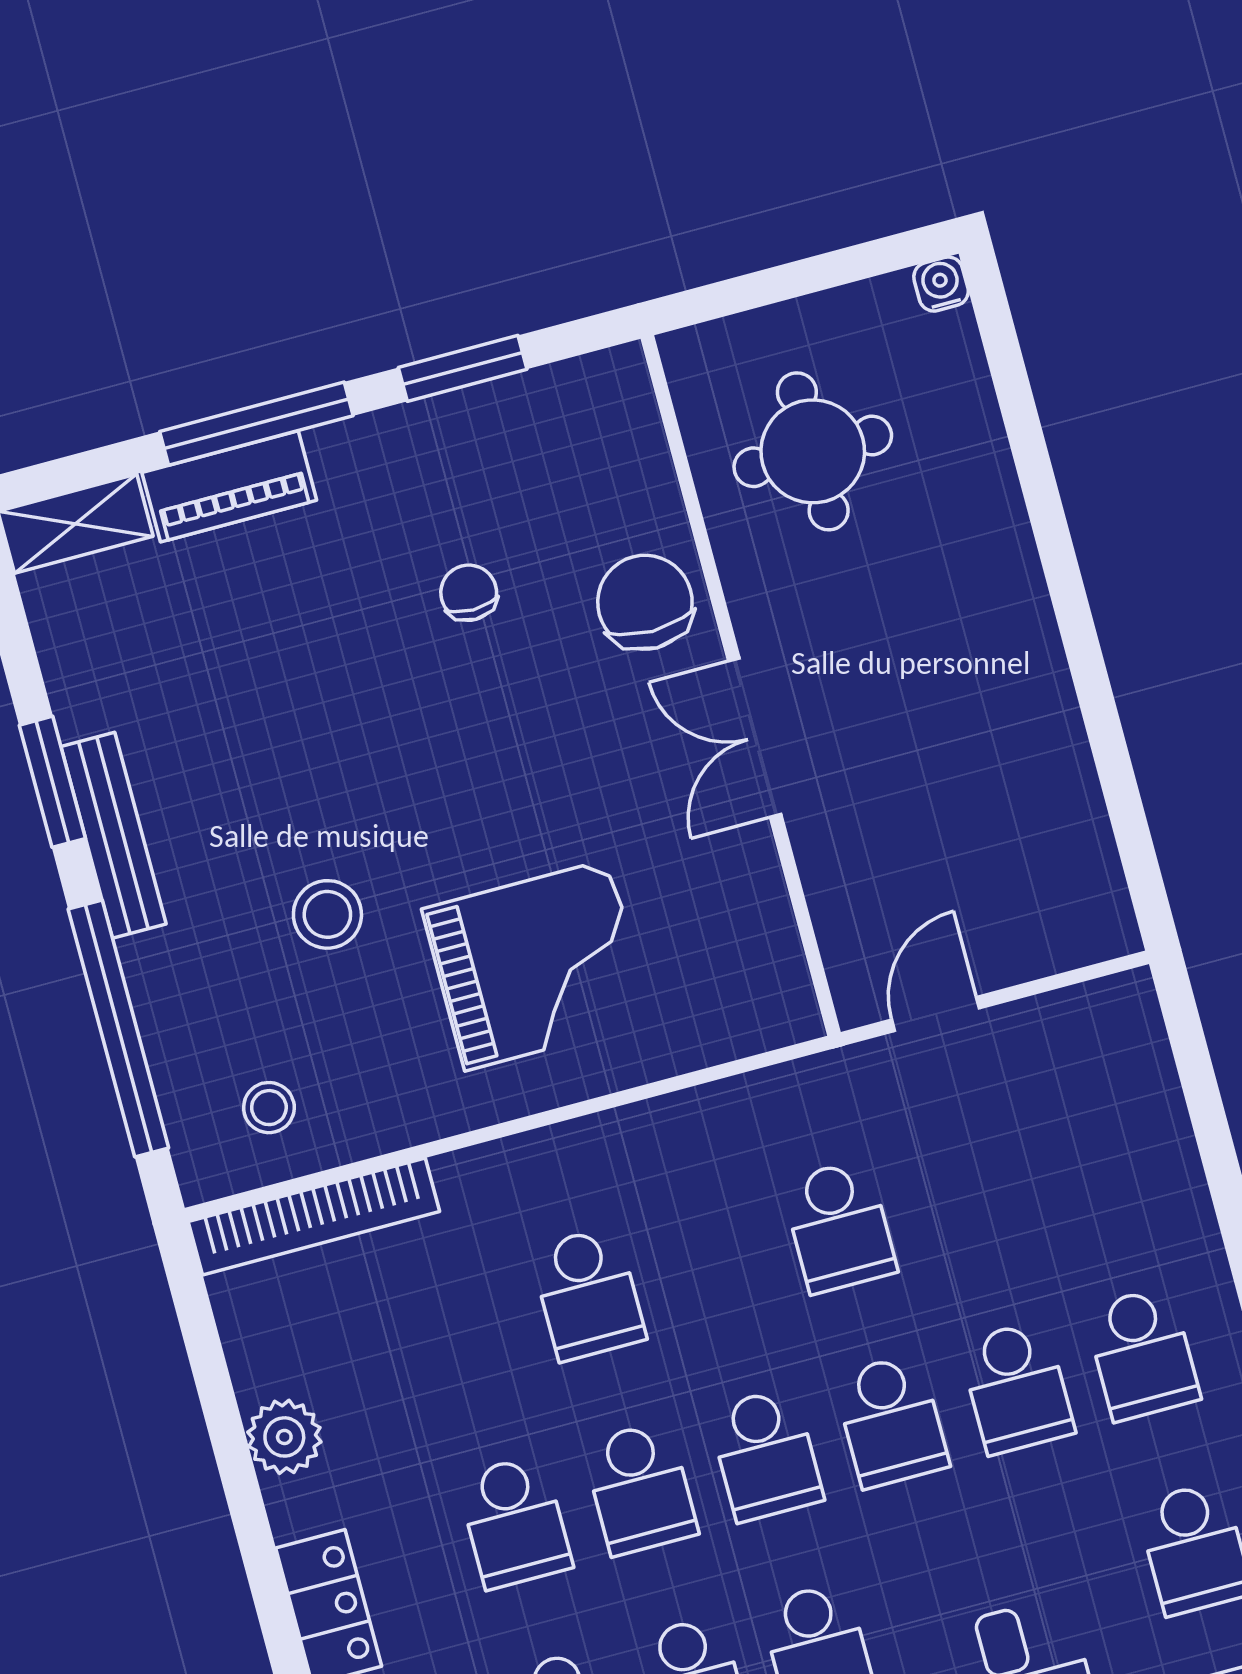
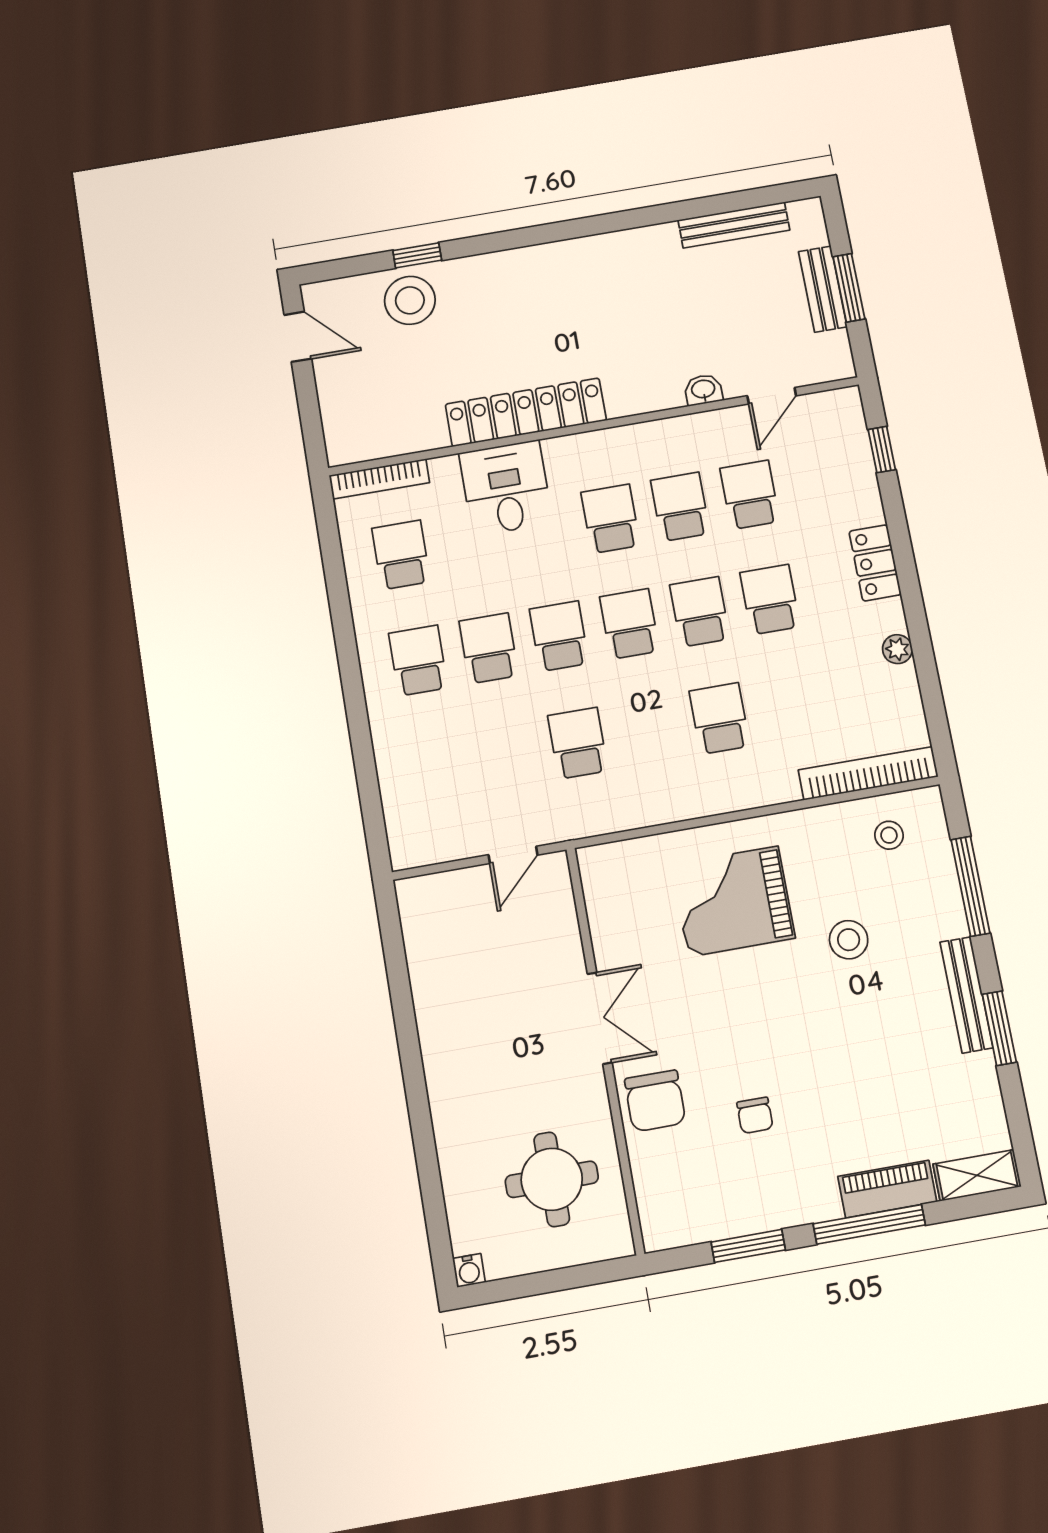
window: (118, 1028) -> (970, 886), width x0.68
plant: (284, 1437) -> (897, 649), width x0.73, depth x0.73

